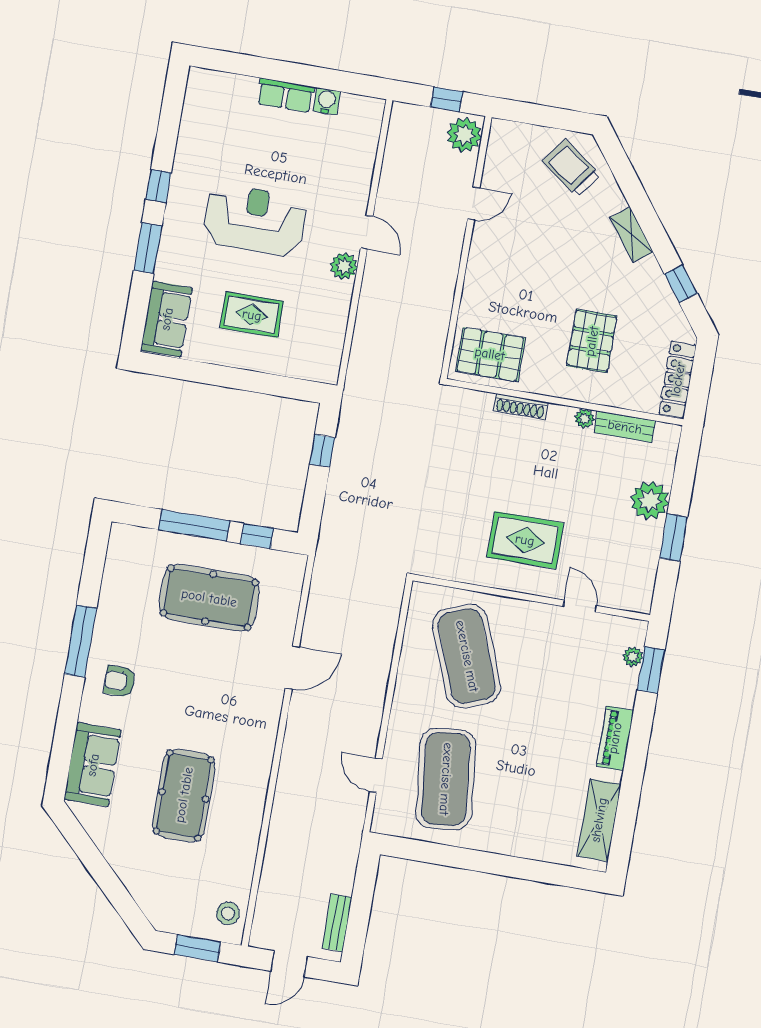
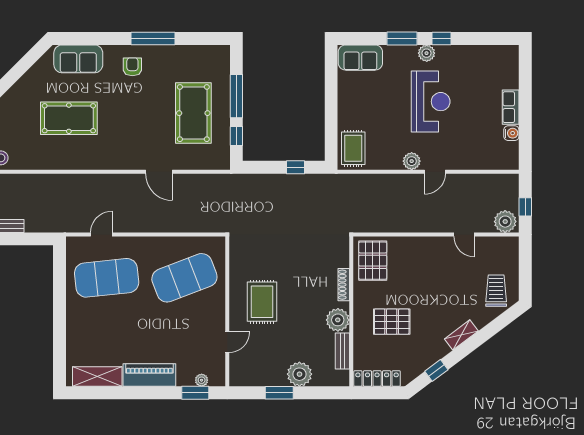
trolley: (571, 168) -> (496, 291), turned -36
plant: (178, 214) -> (427, 53), added
rug: (252, 315) -> (353, 148), moved
plant: (584, 418) -> (338, 320), width x1.87, depth x1.87
piano: (615, 738) -> (149, 375), width x1.37, depth x1.33

